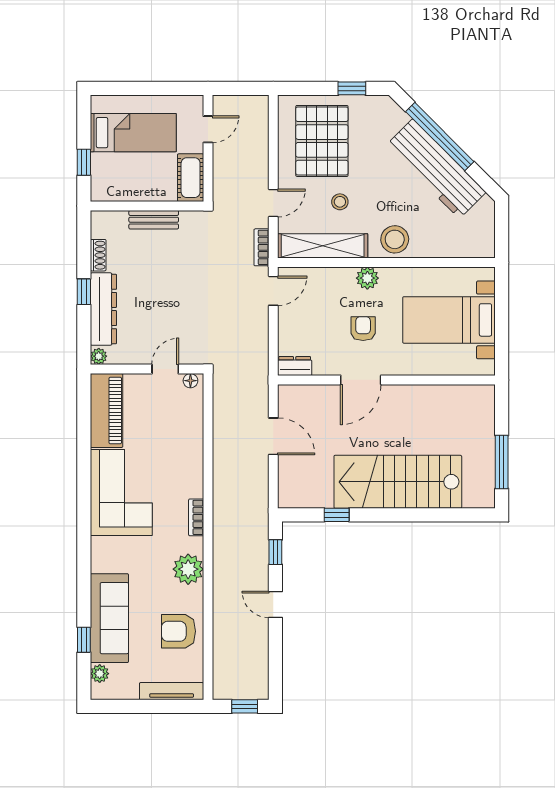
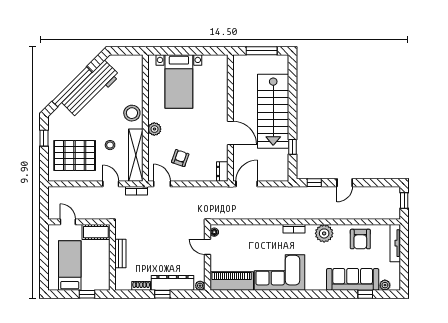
armchair: (363, 329) -> (180, 158), moved, turned 109
dresser: (295, 366) -> (222, 171), moved
door: (361, 380) -> (230, 133), moved
wall: (386, 380) -> (230, 118), moved

